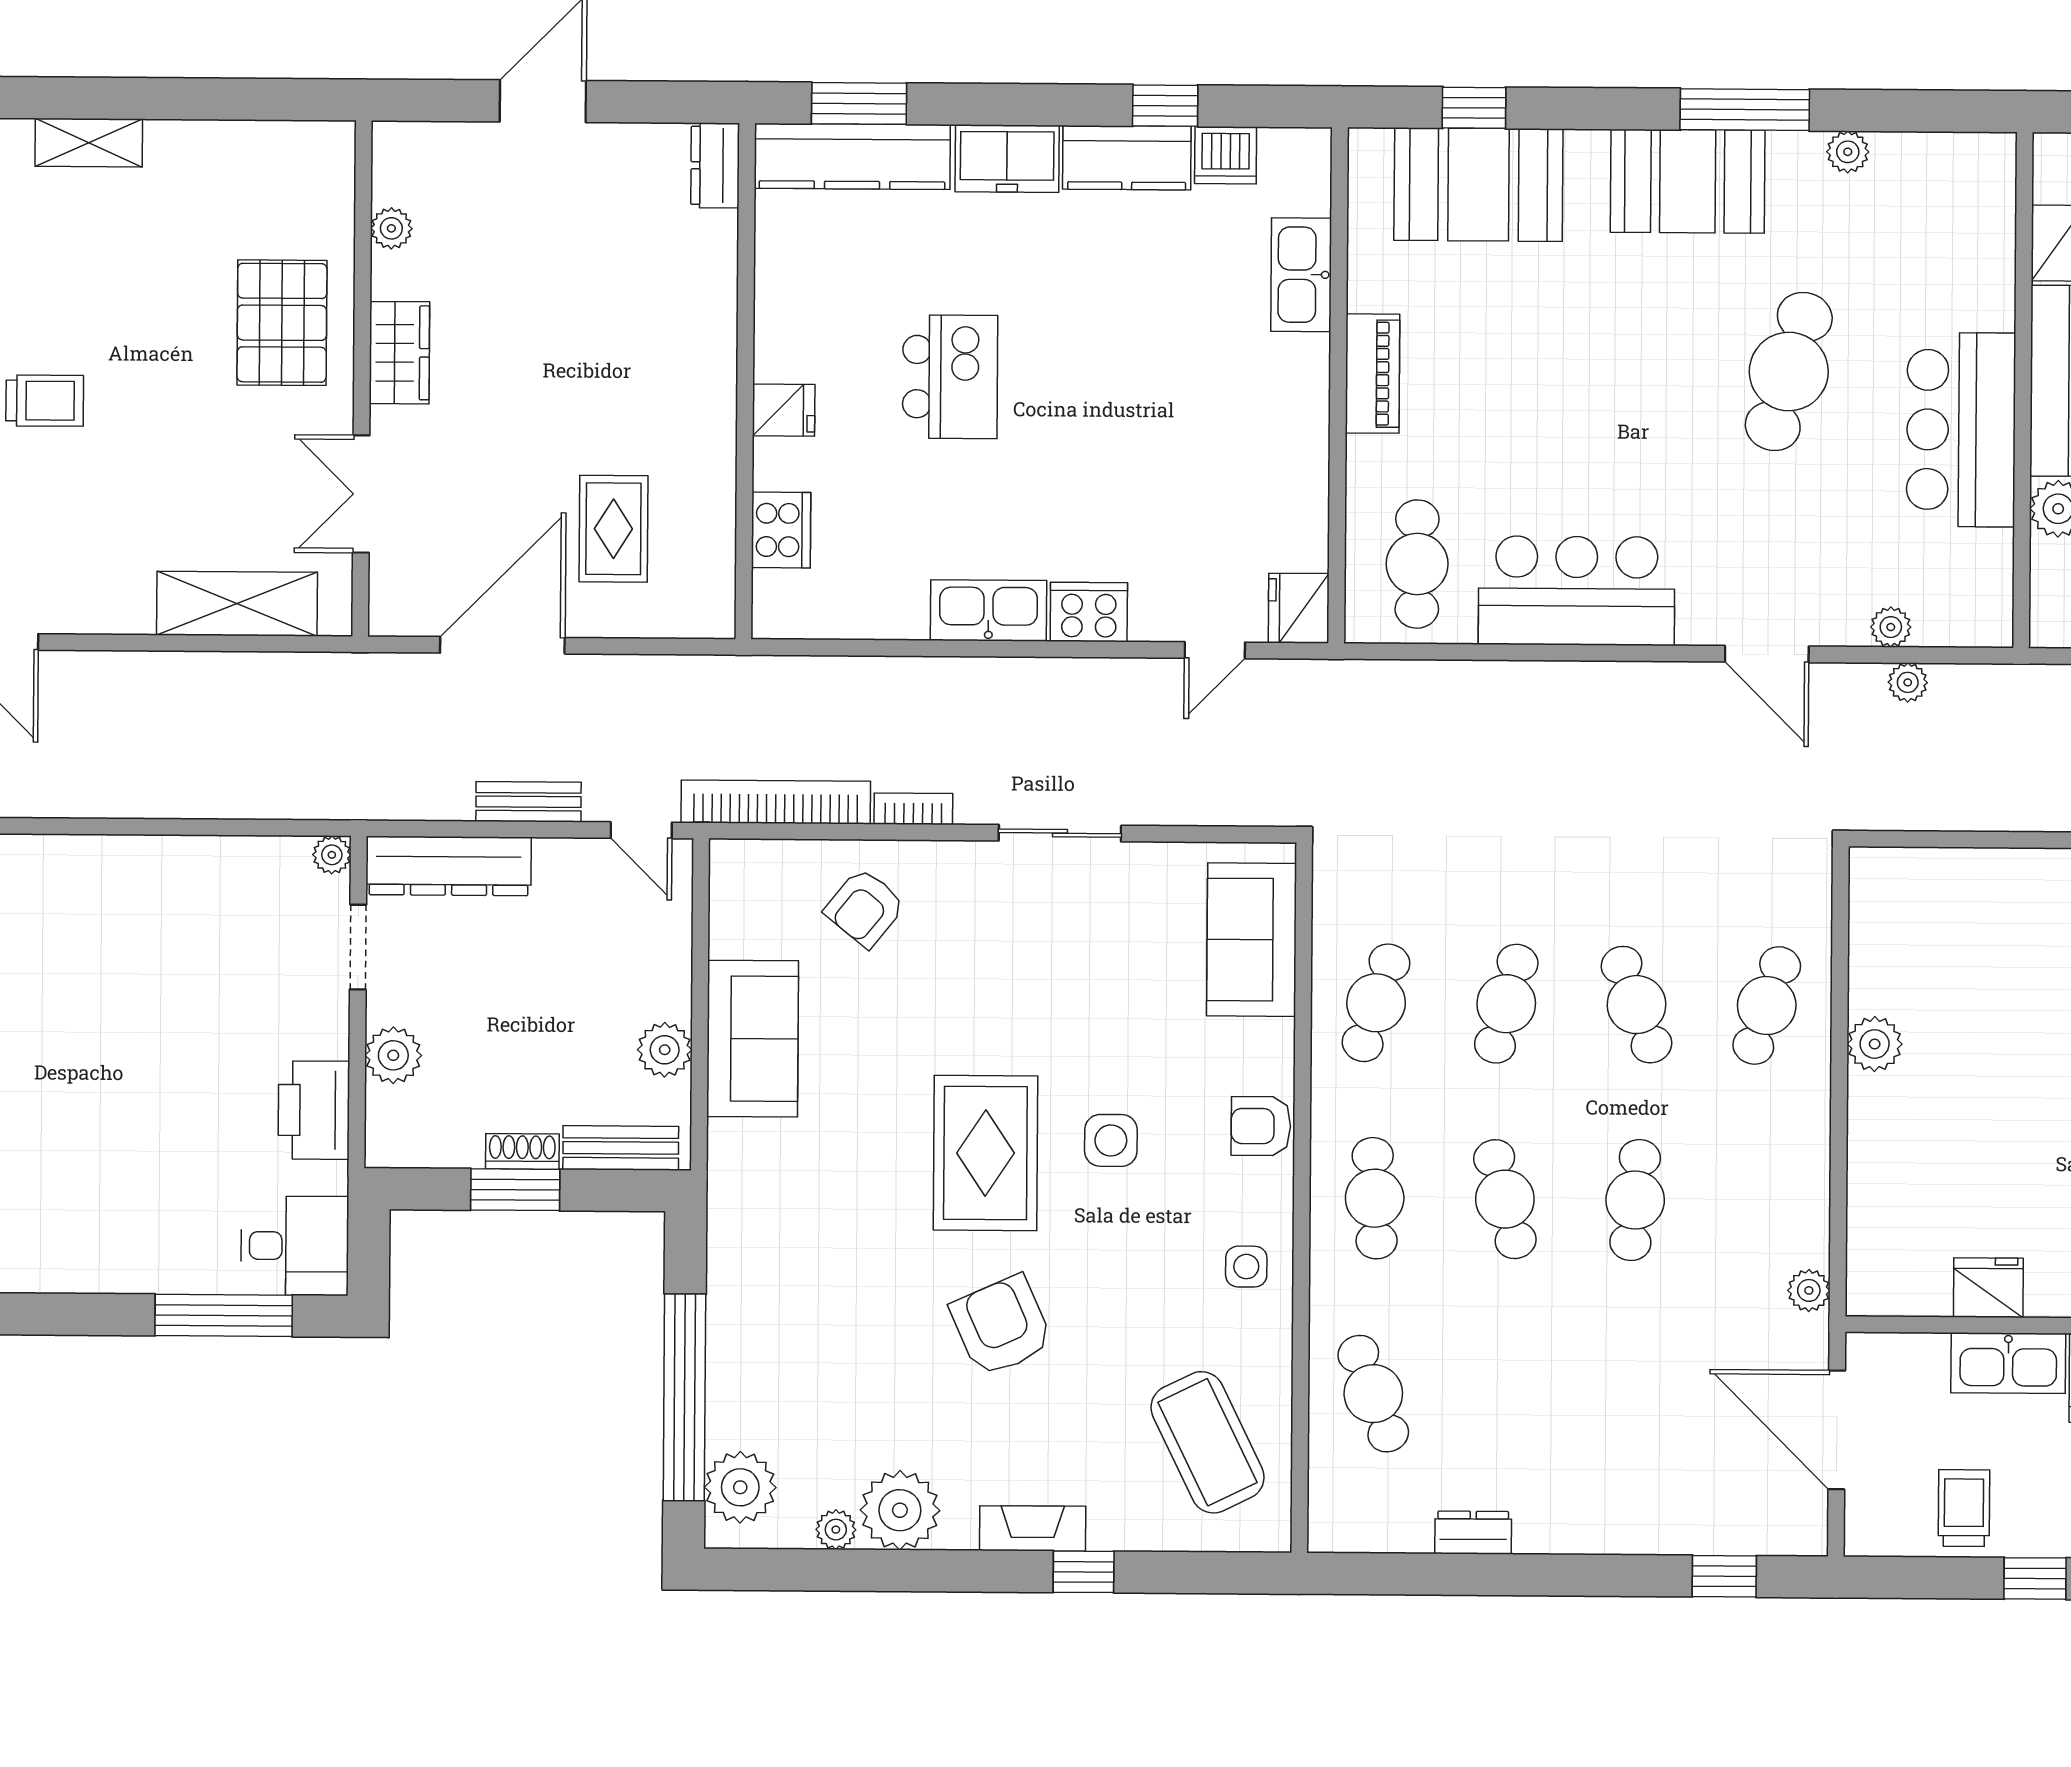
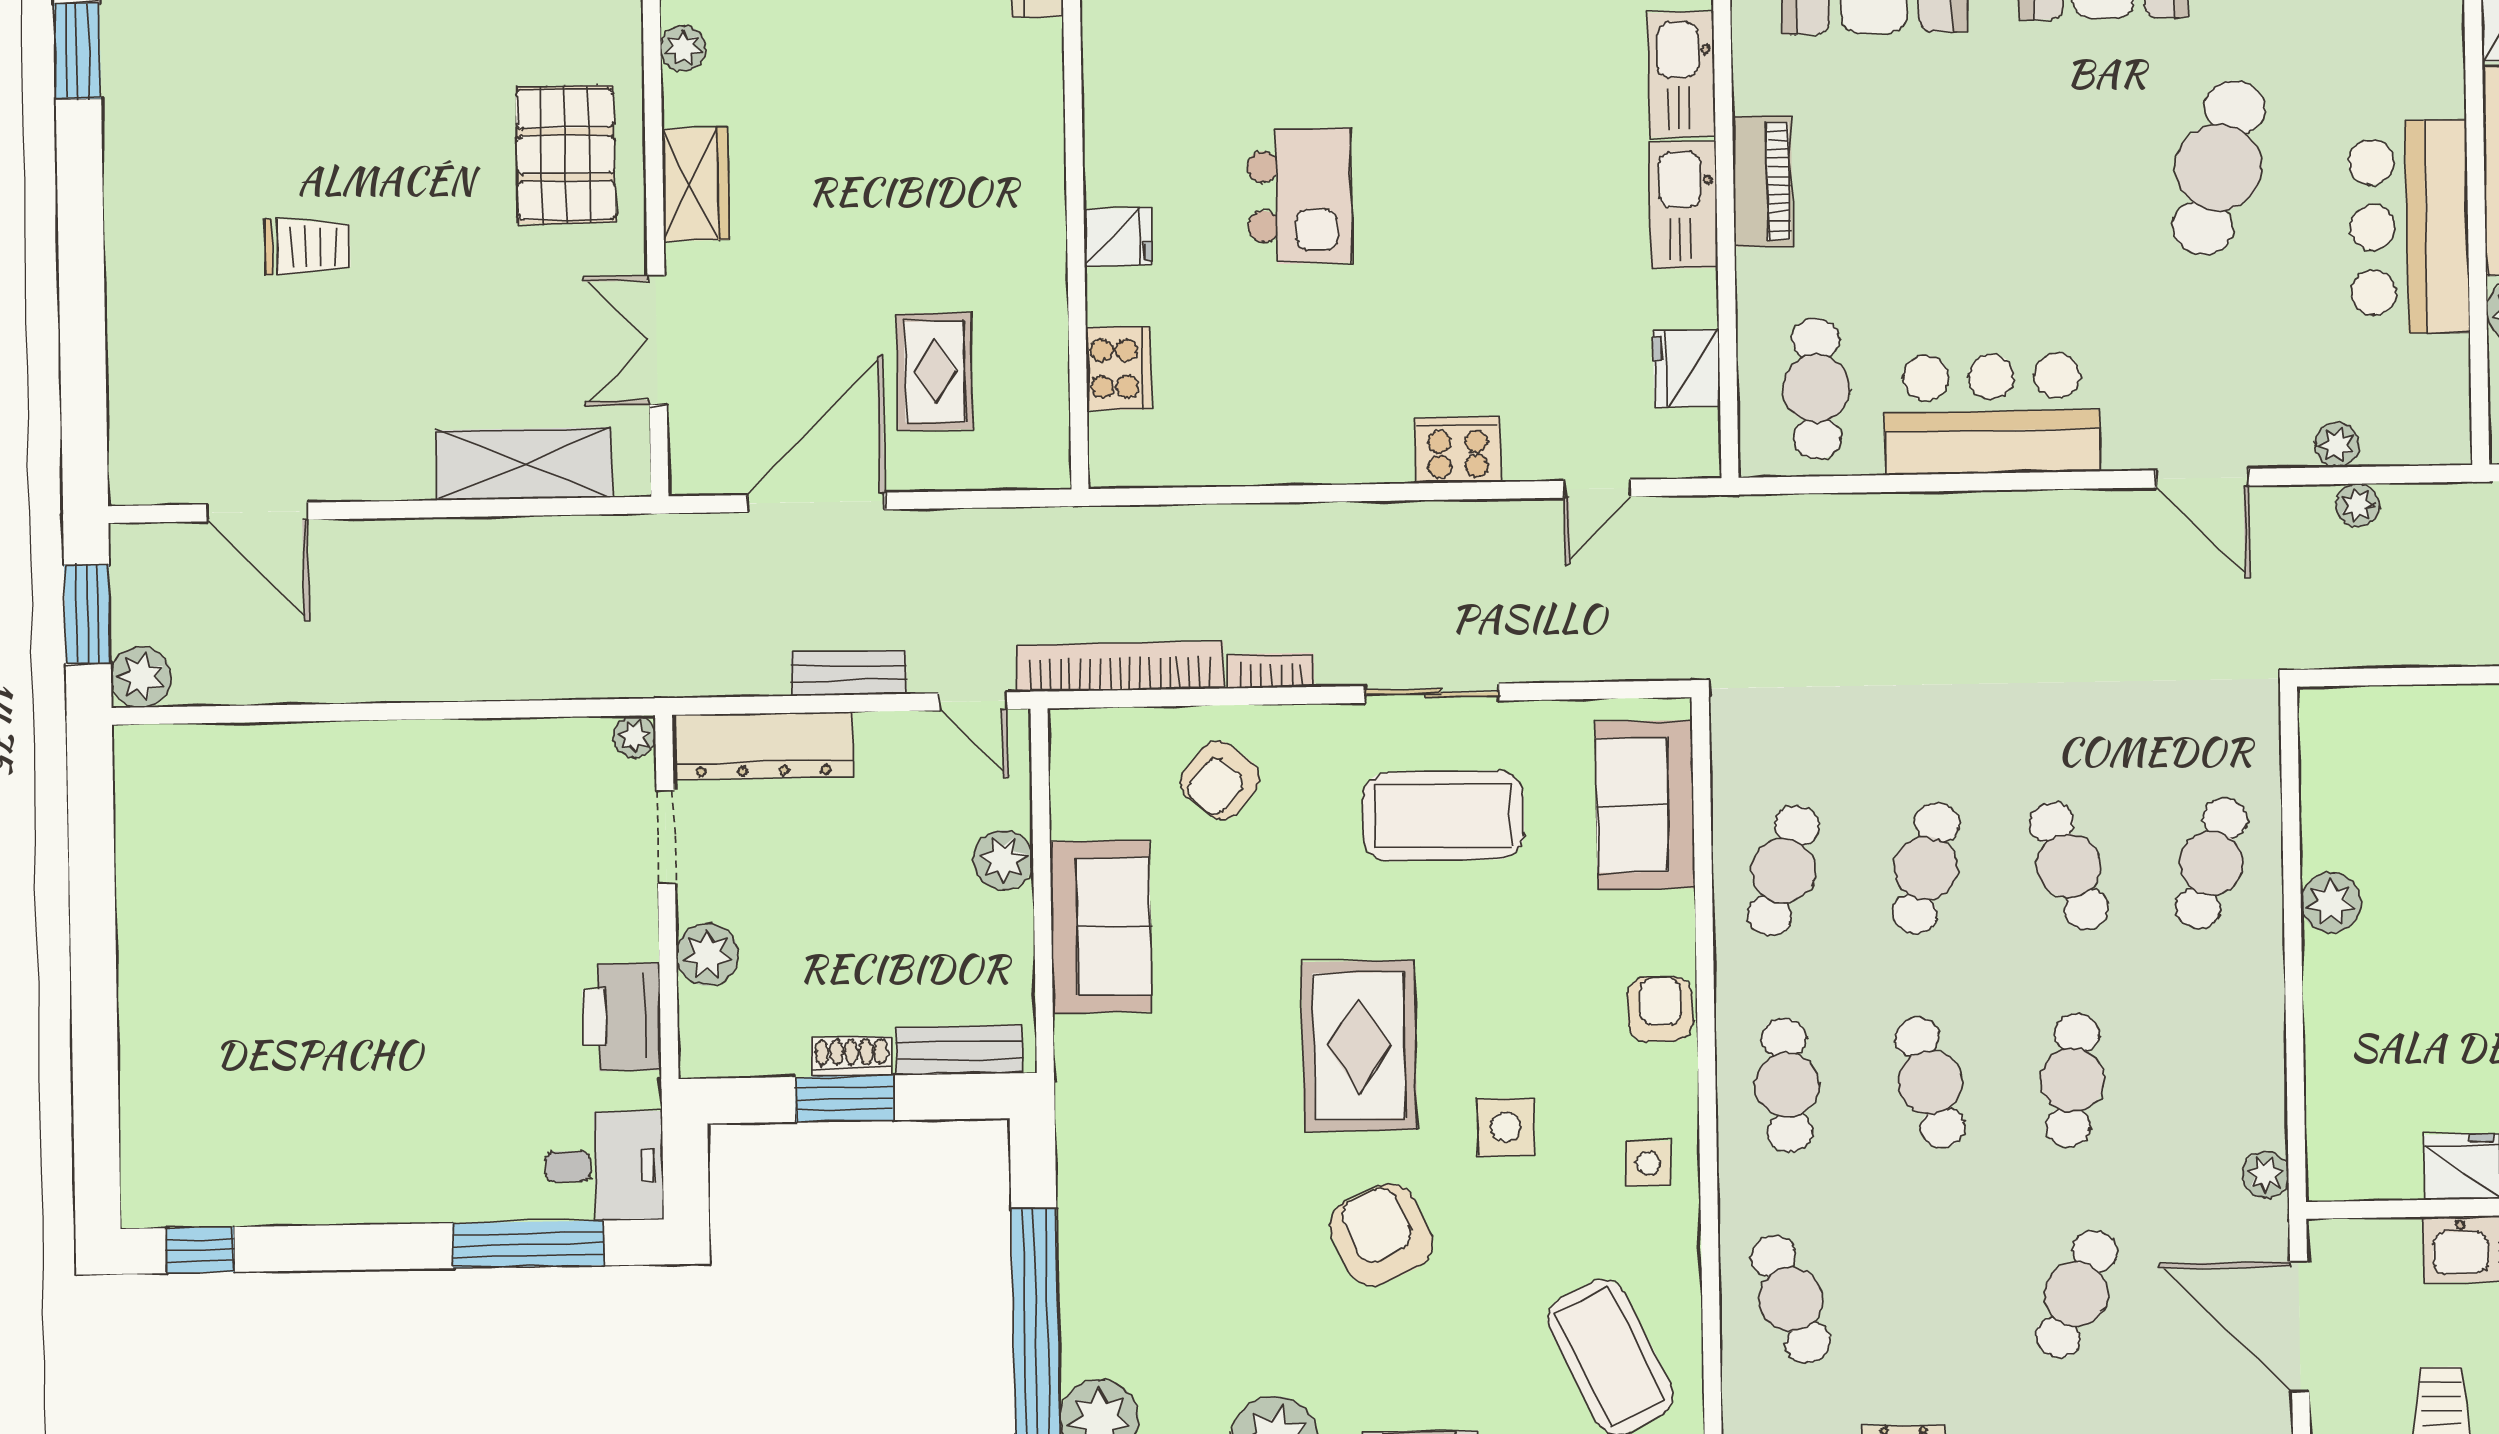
fridge: (1299, 608) -> (1687, 368), moved
kitchen sink: (989, 610) -> (1683, 205), moved, turned -90
coffee table: (1067, 945) -> (1443, 816), added
plant: (665, 1050) -> (1003, 860), moved
armchair: (1261, 1126) -> (1660, 1009), turned 90
side table: (1111, 1140) -> (1506, 1127), moved
cafe table: (1634, 1395) -> (2076, 1294), added

